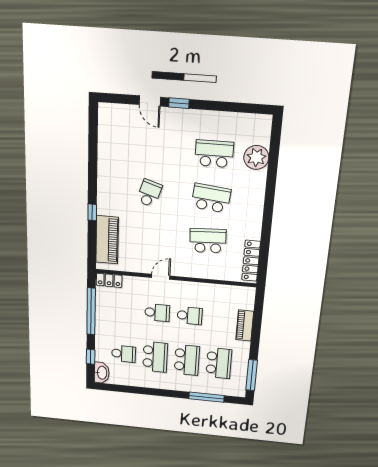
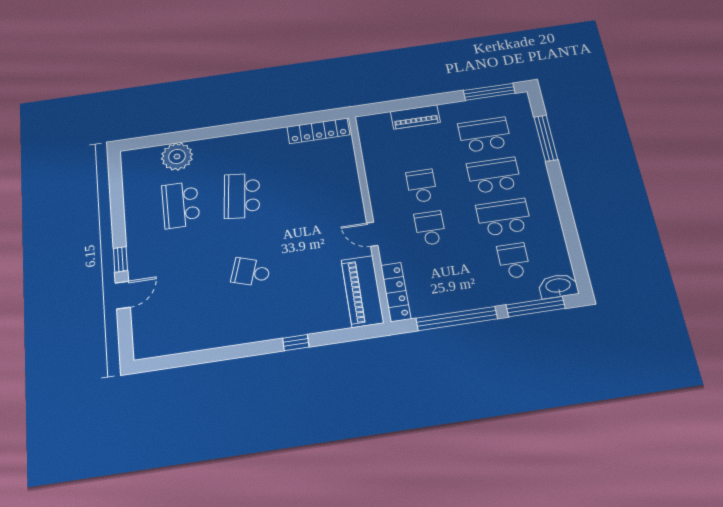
piano: (107, 240) -> (362, 291), moved, turned -90
school desk: (208, 241) -> (303, 187), removed
locker: (109, 280) -> (396, 292), width x1.53
window: (91, 357) -> (536, 307), width x2.17

